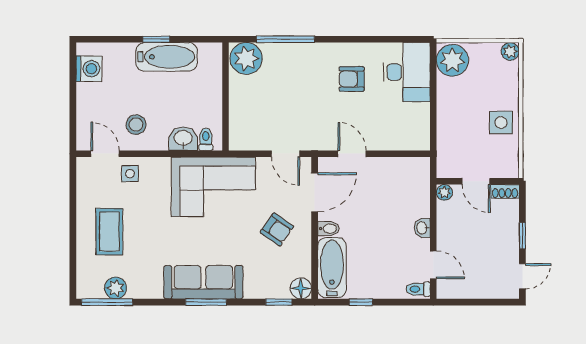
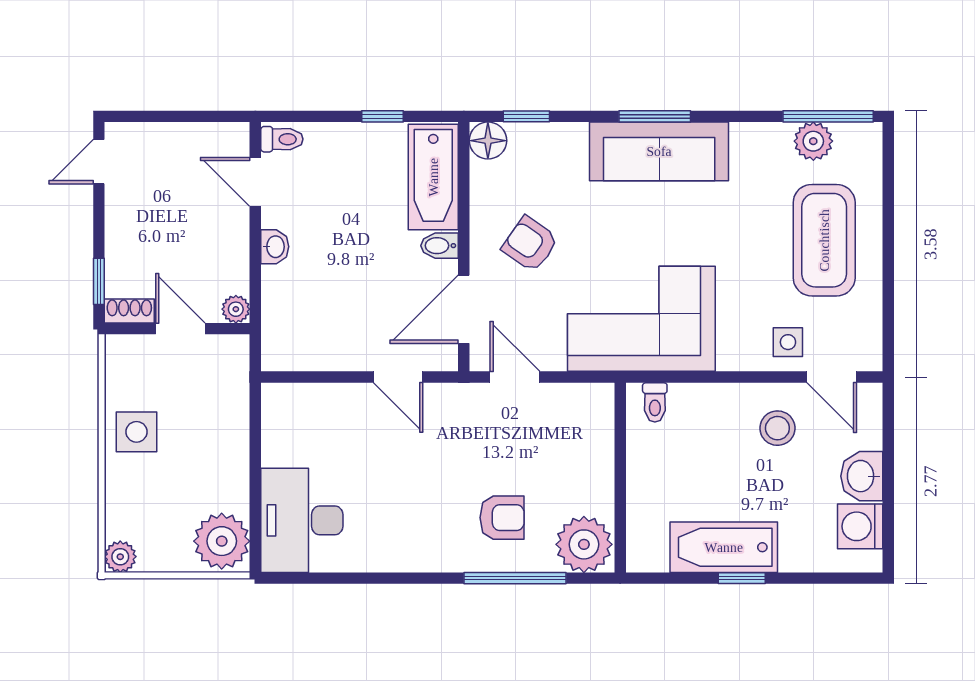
armchair: (352, 79) -> (502, 518), moved
washbasin: (183, 139) -> (862, 476), moved, turned 90
coffee table: (109, 232) -> (824, 240), width x1.36, depth x1.32
window: (522, 236) -> (99, 281), moved

